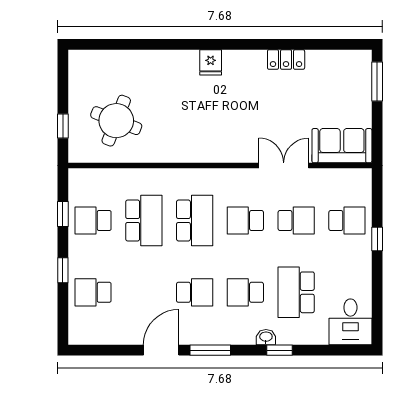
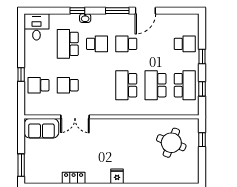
school desk: (93, 220) -> (185, 85), width x1.85
school desk: (245, 220) -> (97, 85), removed
school desk: (296, 292) -> (68, 44), turned 180

